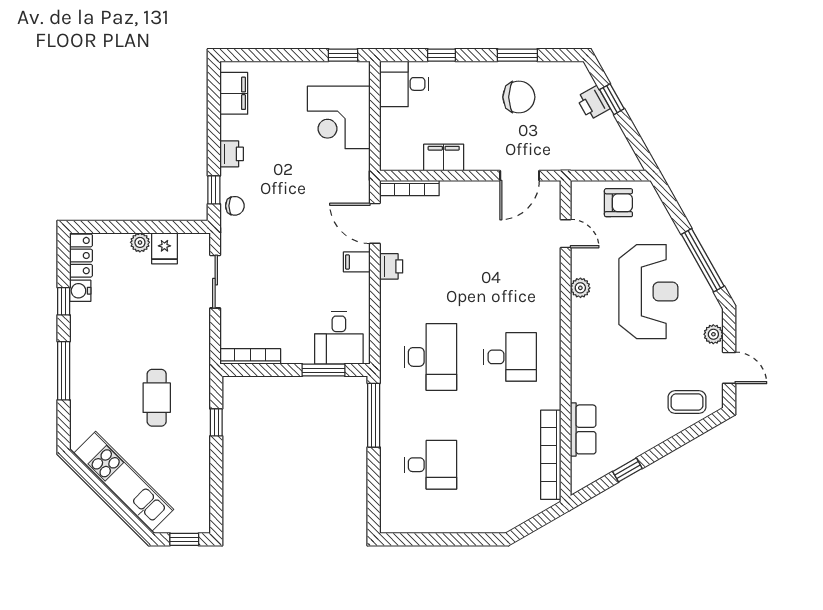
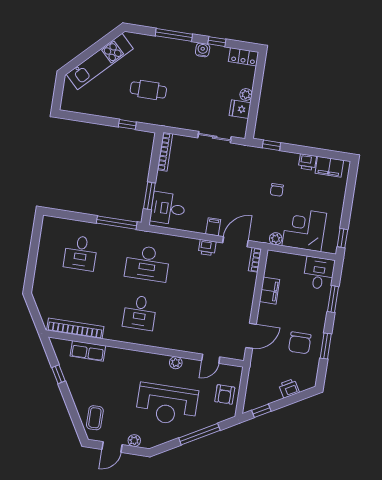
window: (441, 55) -> (333, 299), width x1.50
window: (612, 99) -> (261, 411), moved
printer: (232, 154) -> (307, 162), moved
plant: (360, 160) -> (276, 239), added
door: (520, 176) -> (251, 336), swing flipped
bookcase: (409, 188) -> (255, 260), width x0.64
chair: (235, 206) -> (277, 190), moved
window: (703, 260) -> (199, 434), moved
water cooler: (80, 291) -> (203, 50), moved
window: (184, 539) -> (58, 93), removed

